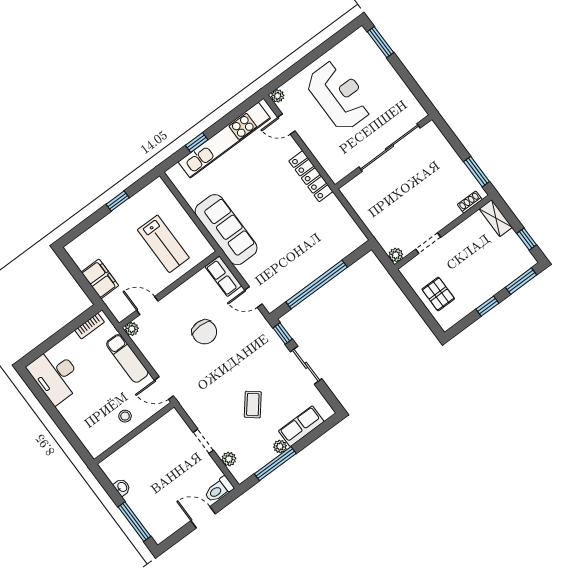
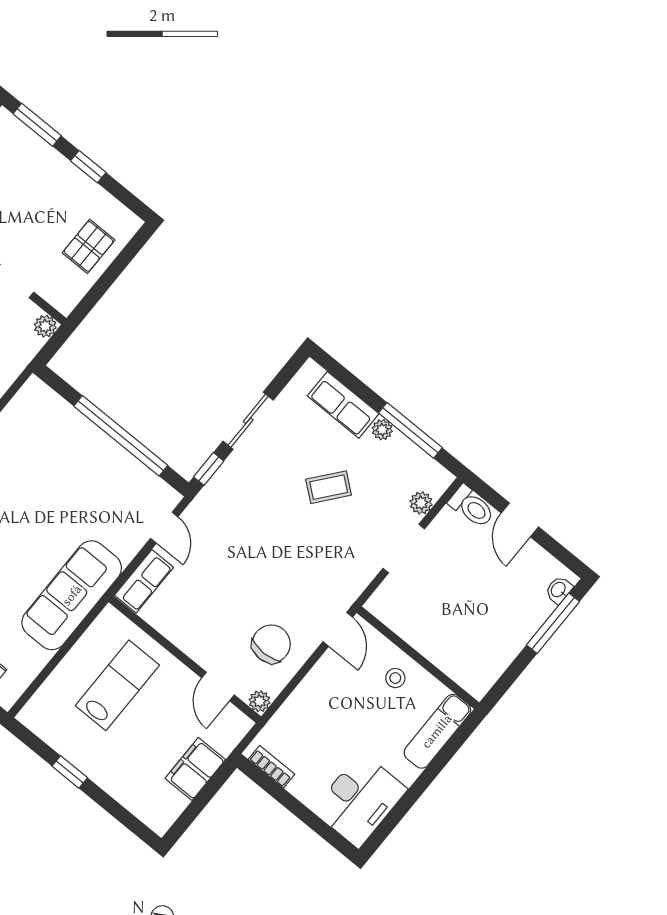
chair: (204, 332) -> (271, 644), moved
exam couch: (127, 358) -> (437, 731), moved, turned 180
doorway: (203, 441) -> (404, 549), width x1.38
washbasin: (122, 487) -> (559, 590), moved

